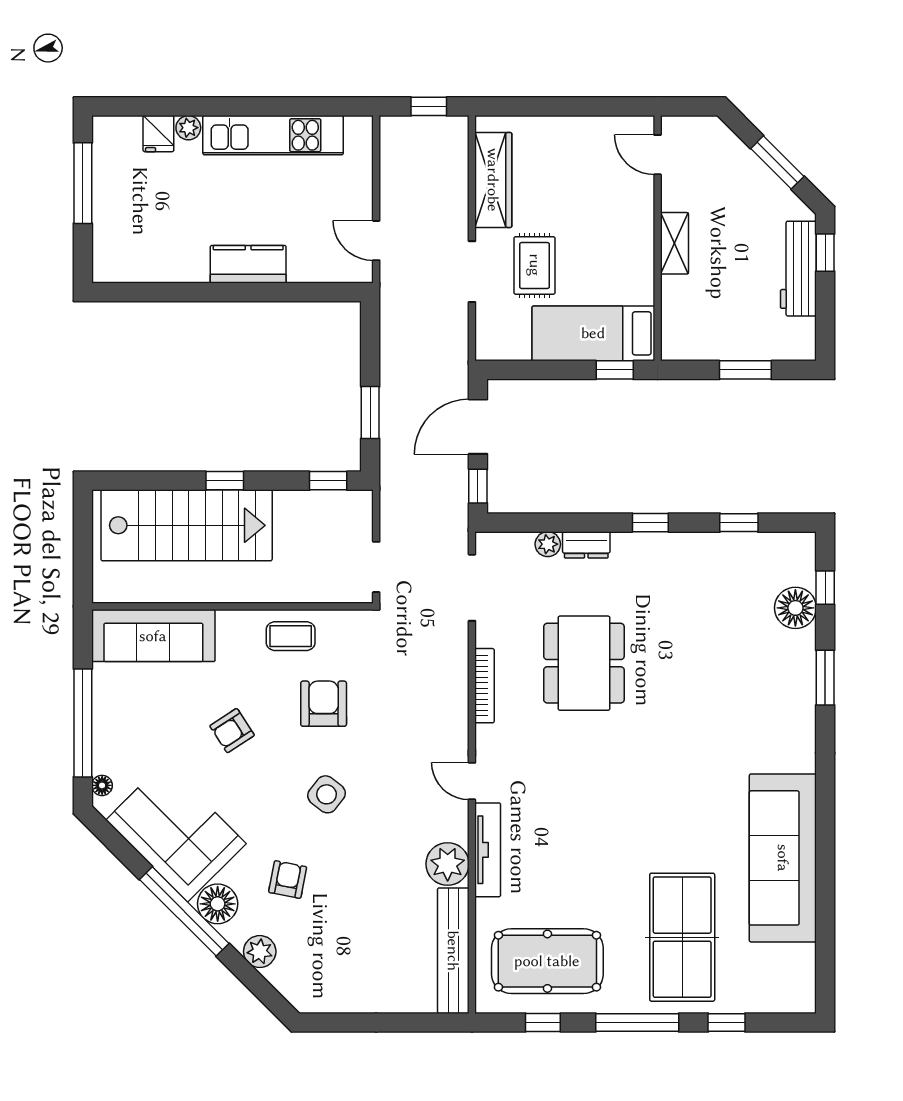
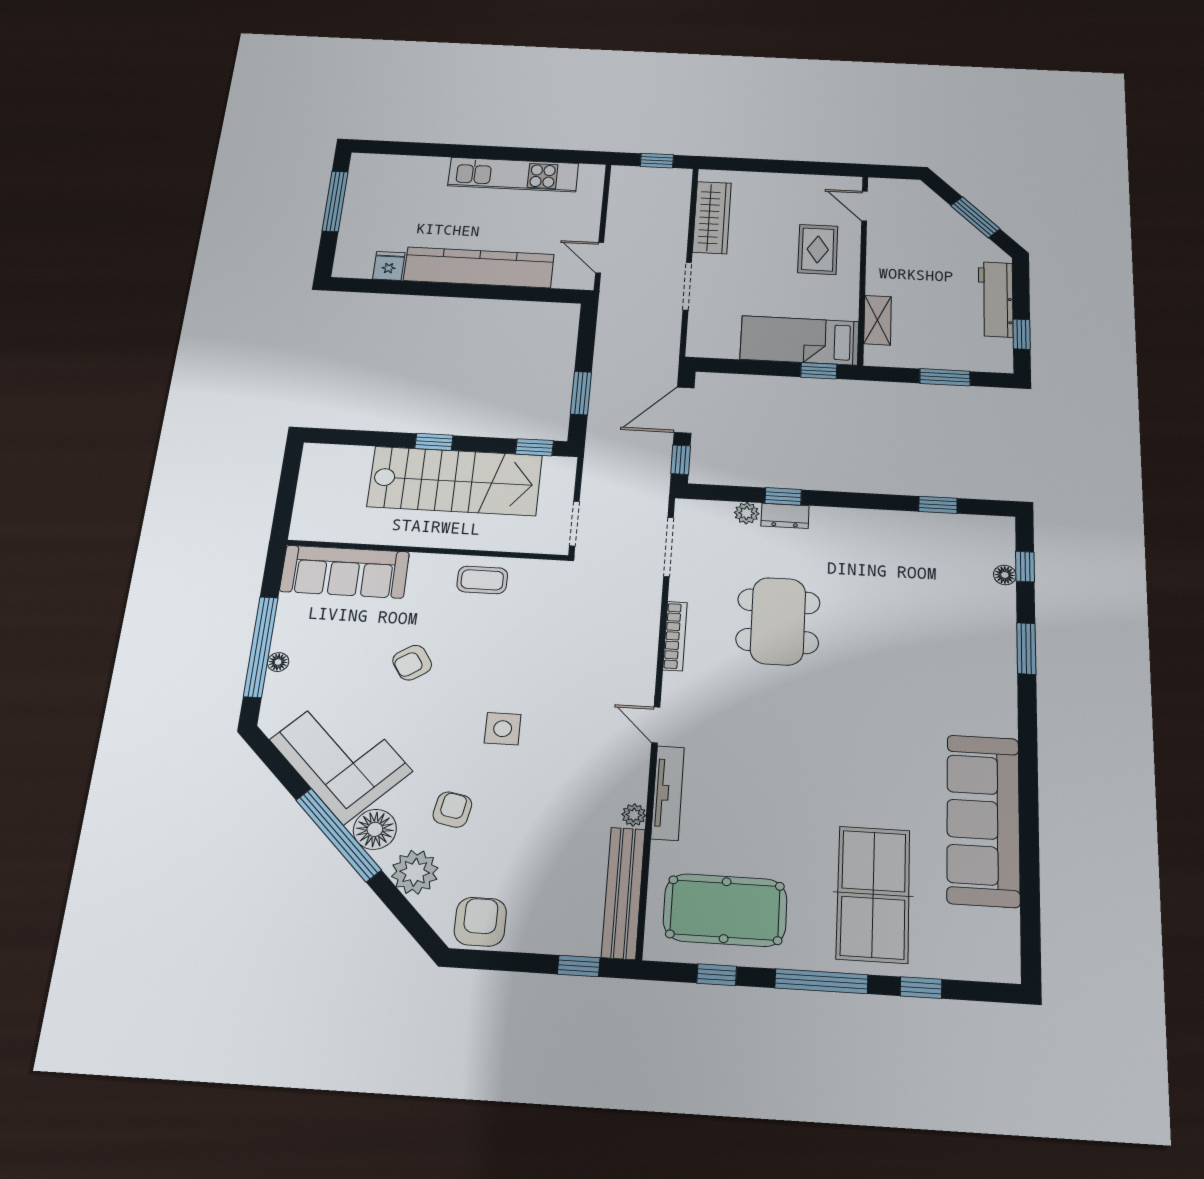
plant: (188, 128) -> (437, 165), removed
fridge: (158, 134) -> (389, 266), moved, turned 180
shelving: (674, 243) -> (878, 320), moved
window: (825, 253) -> (1022, 334), moved
kitchen counter: (248, 264) -> (479, 267), width x2.08, depth x1.17
rug: (535, 265) -> (818, 249), moved
window: (650, 523) -> (783, 496), moved
stairs: (187, 525) -> (455, 481), moved
floor lamp: (795, 608) -> (1005, 575), width x0.53, depth x0.53
armchair: (324, 704) -> (480, 922), moved
floor lamp: (102, 785) -> (278, 662), moved
side table: (327, 794) -> (503, 729), turned -38
plant: (448, 864) -> (634, 815), width x0.53, depth x0.53
plant: (260, 952) -> (415, 872), width x1.36, depth x1.36
window: (418, 1023) -> (579, 966), added

